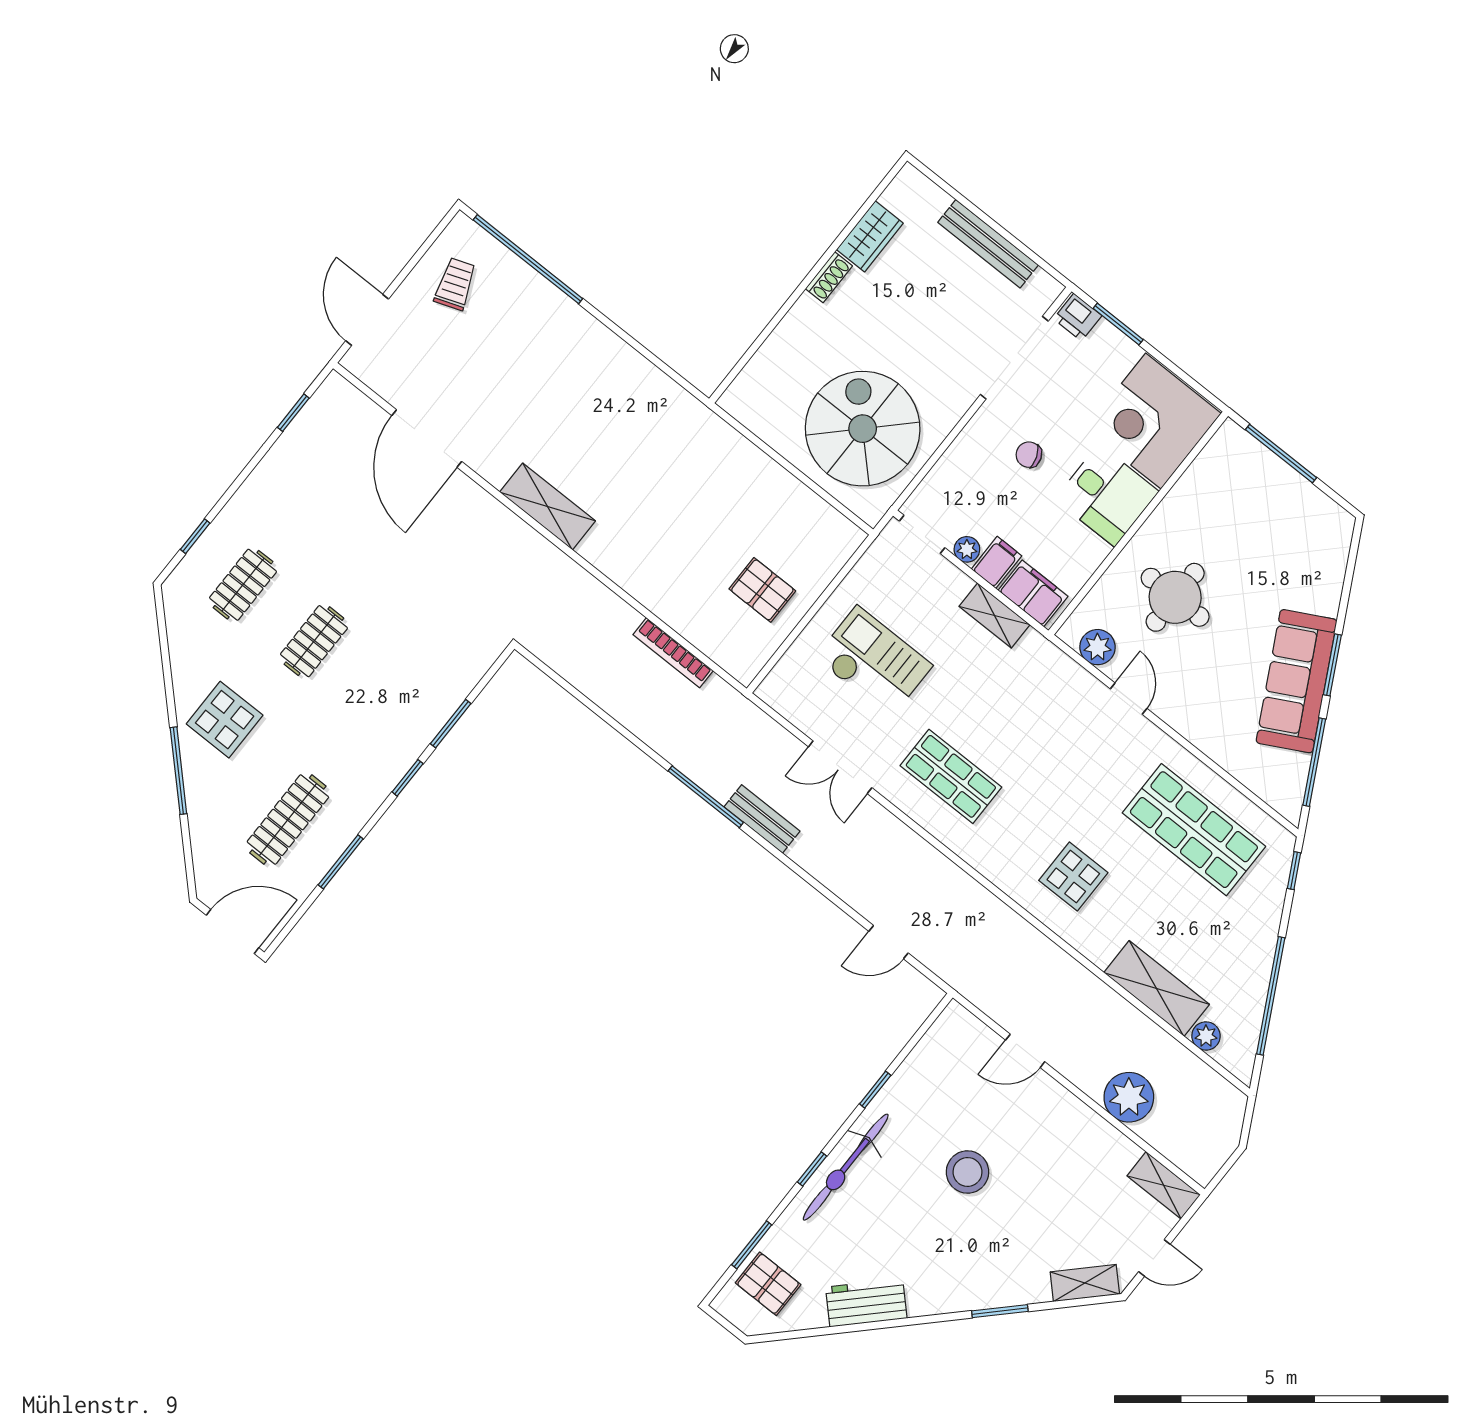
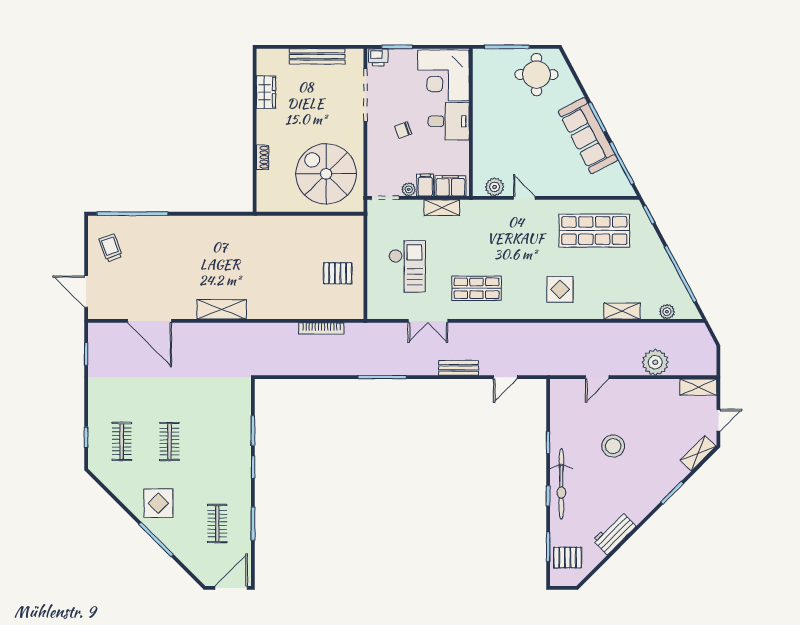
shoe rack: (829, 277) -> (263, 157), moved
round table: (1175, 597) -> (537, 75), moved
checkout: (874, 662) -> (407, 266), turned 90
clothes rail: (288, 819) -> (217, 524), width x0.73
bench: (762, 819) -> (459, 368), moved
shelving: (1157, 988) -> (622, 311), width x0.67, depth x0.75

